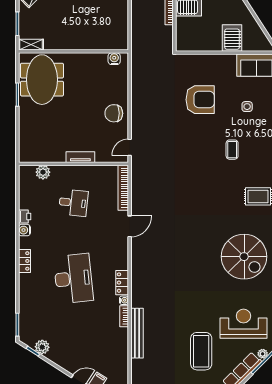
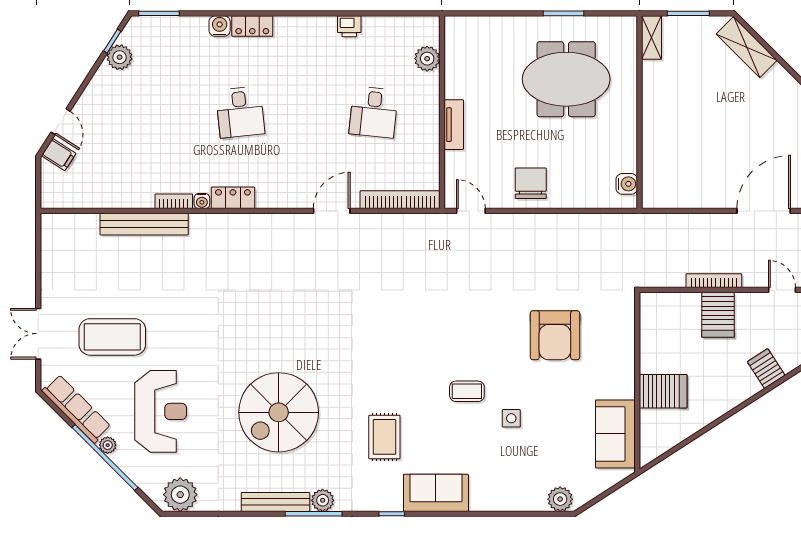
meeting table: (42, 80) -> (566, 79), moved
side table: (247, 107) -> (511, 418), moved
door: (130, 226) -> (332, 211), swing flipped
water cooler: (24, 230) -> (220, 26), moved
locker: (24, 261) -> (252, 26), moved
desk: (73, 279) -> (240, 112), width x0.53, depth x0.77

